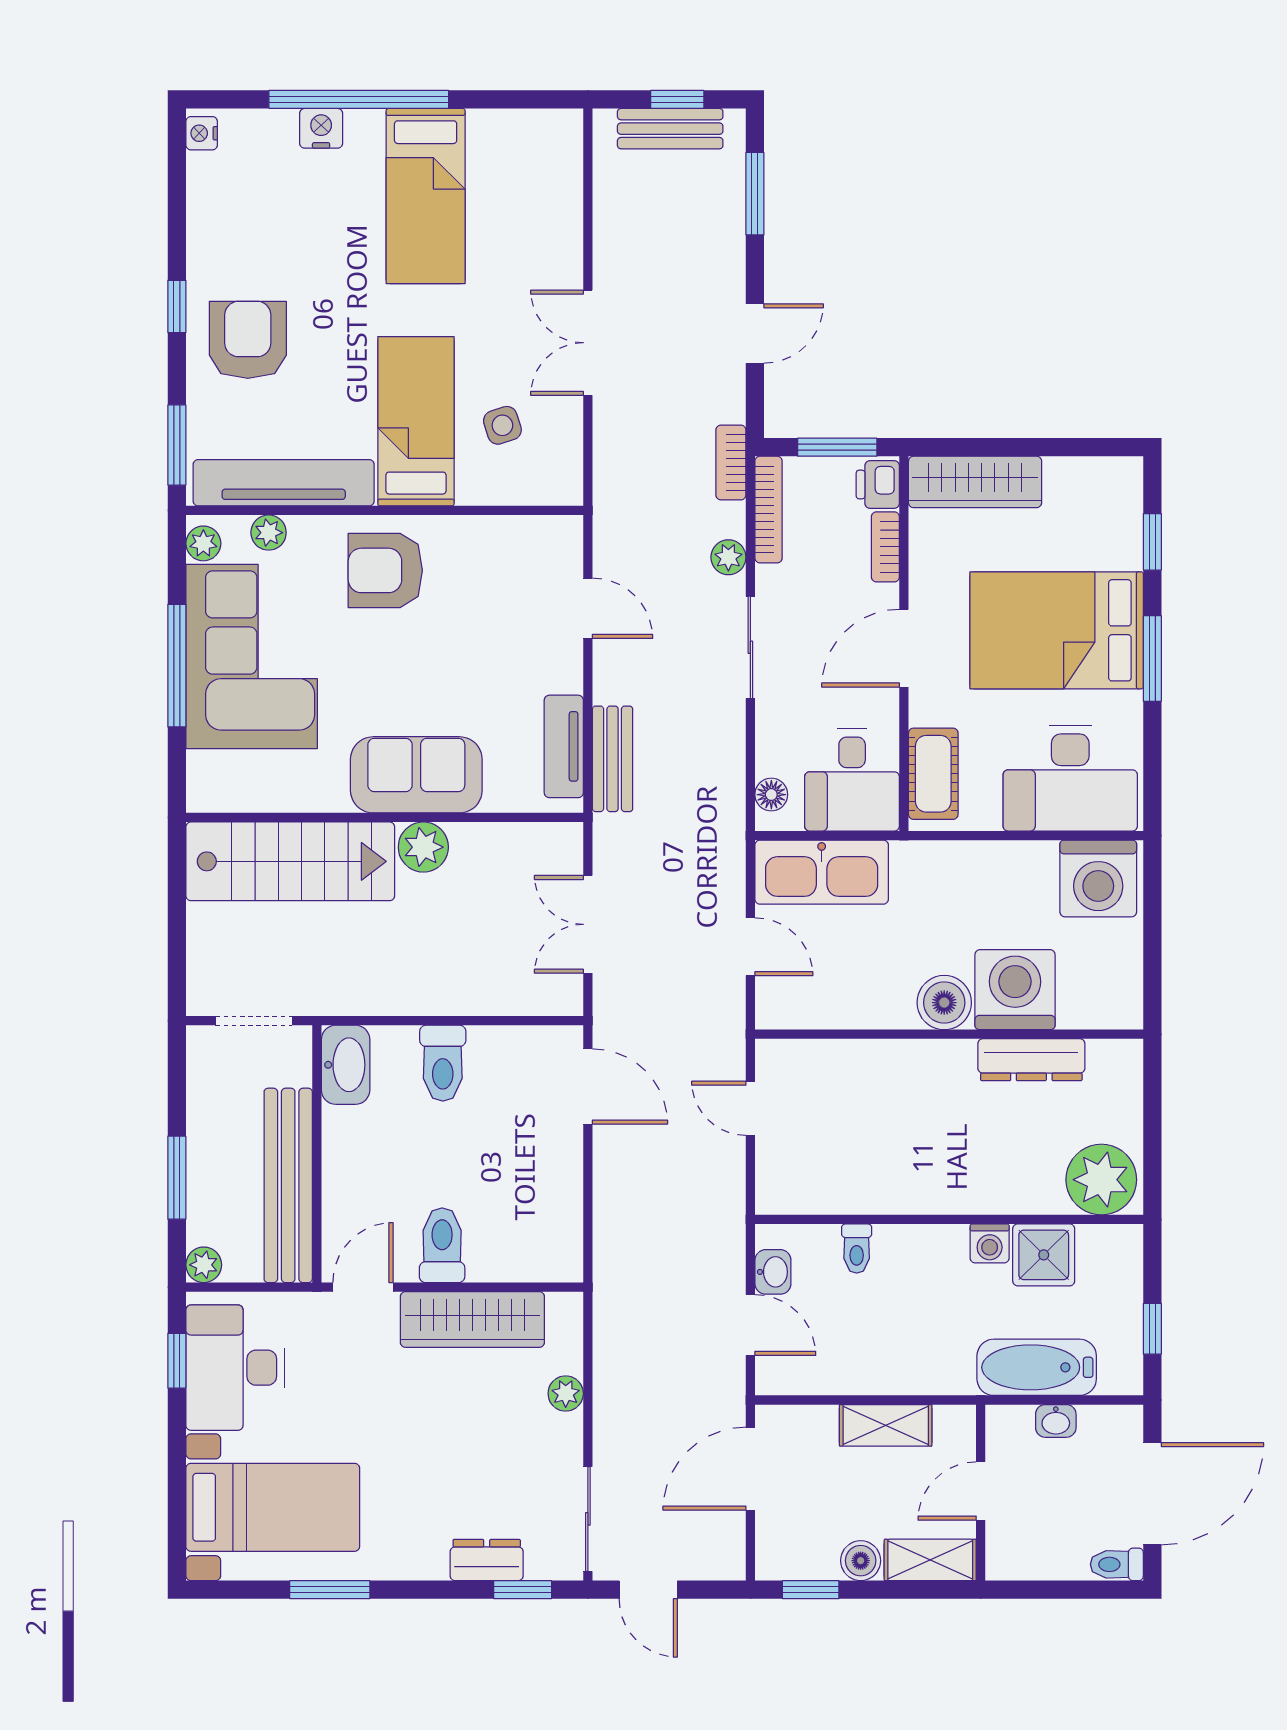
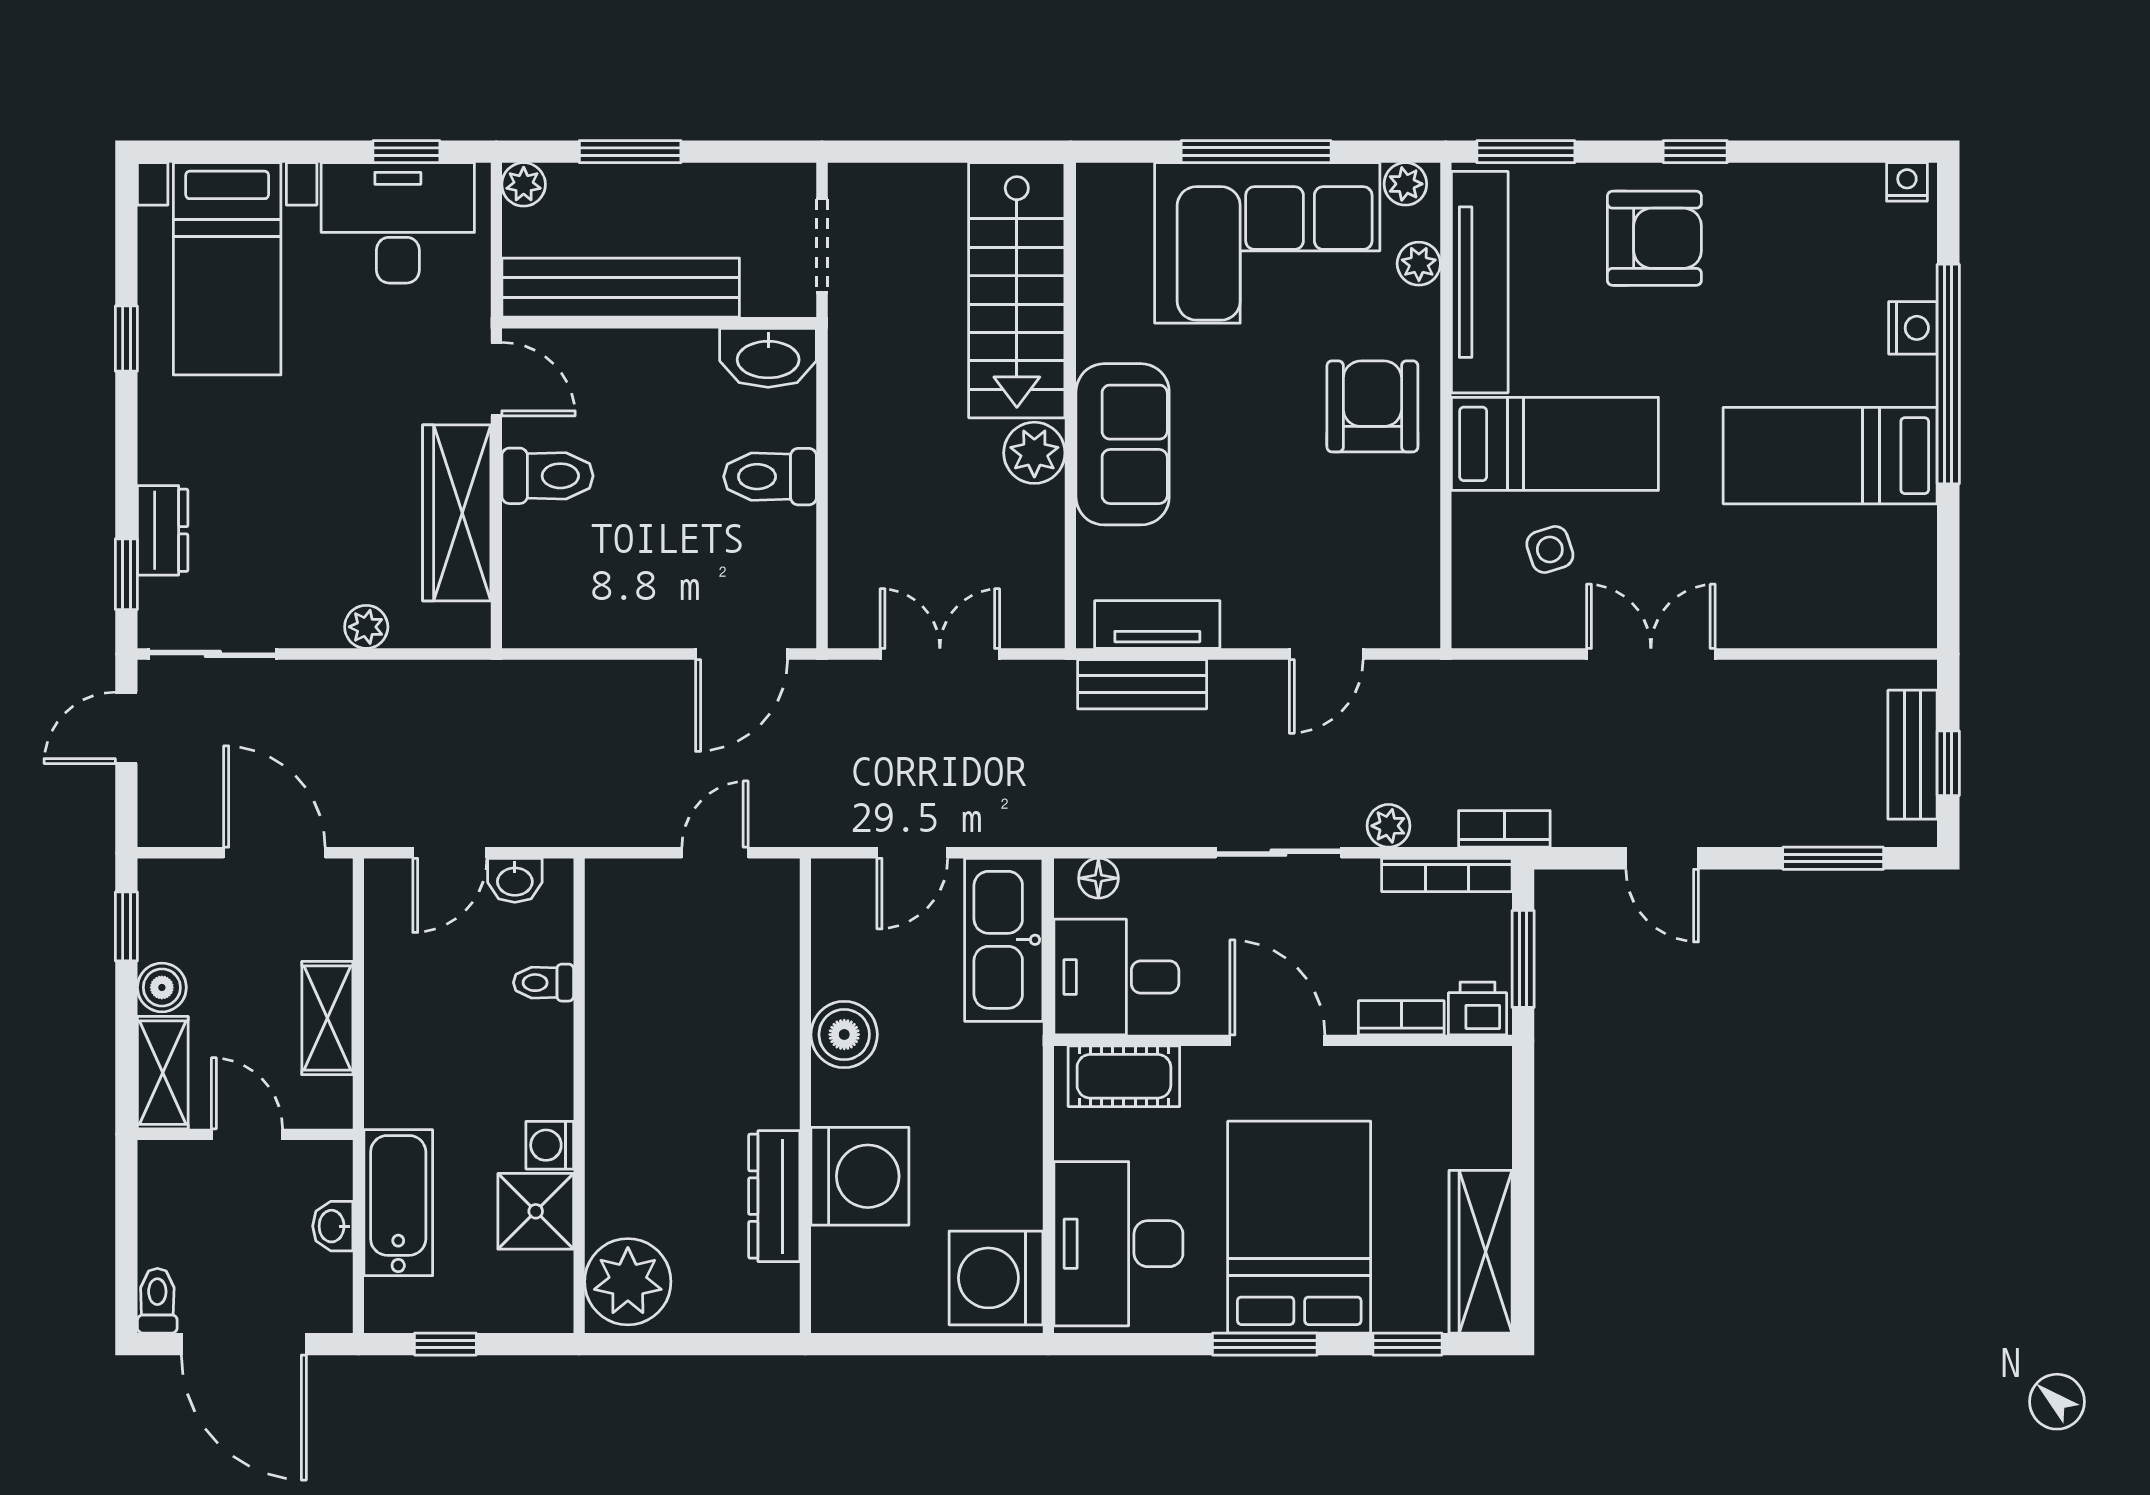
wardrobe: (975, 482) -> (1481, 1252), moved
boiler: (944, 1003) -> (844, 1035), moved
window: (330, 1590) -> (126, 339), width x0.67

